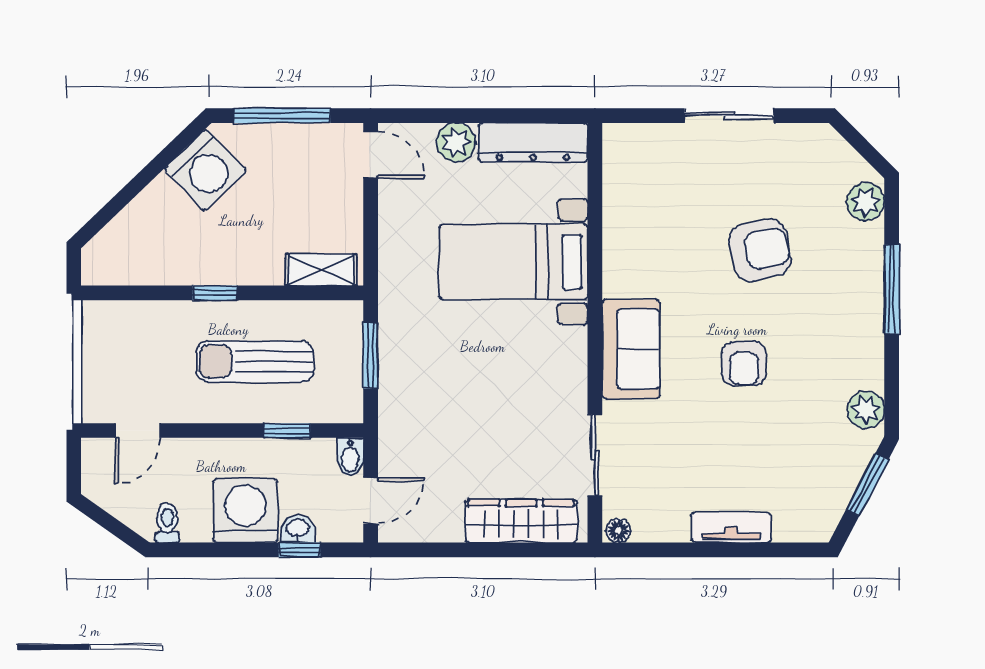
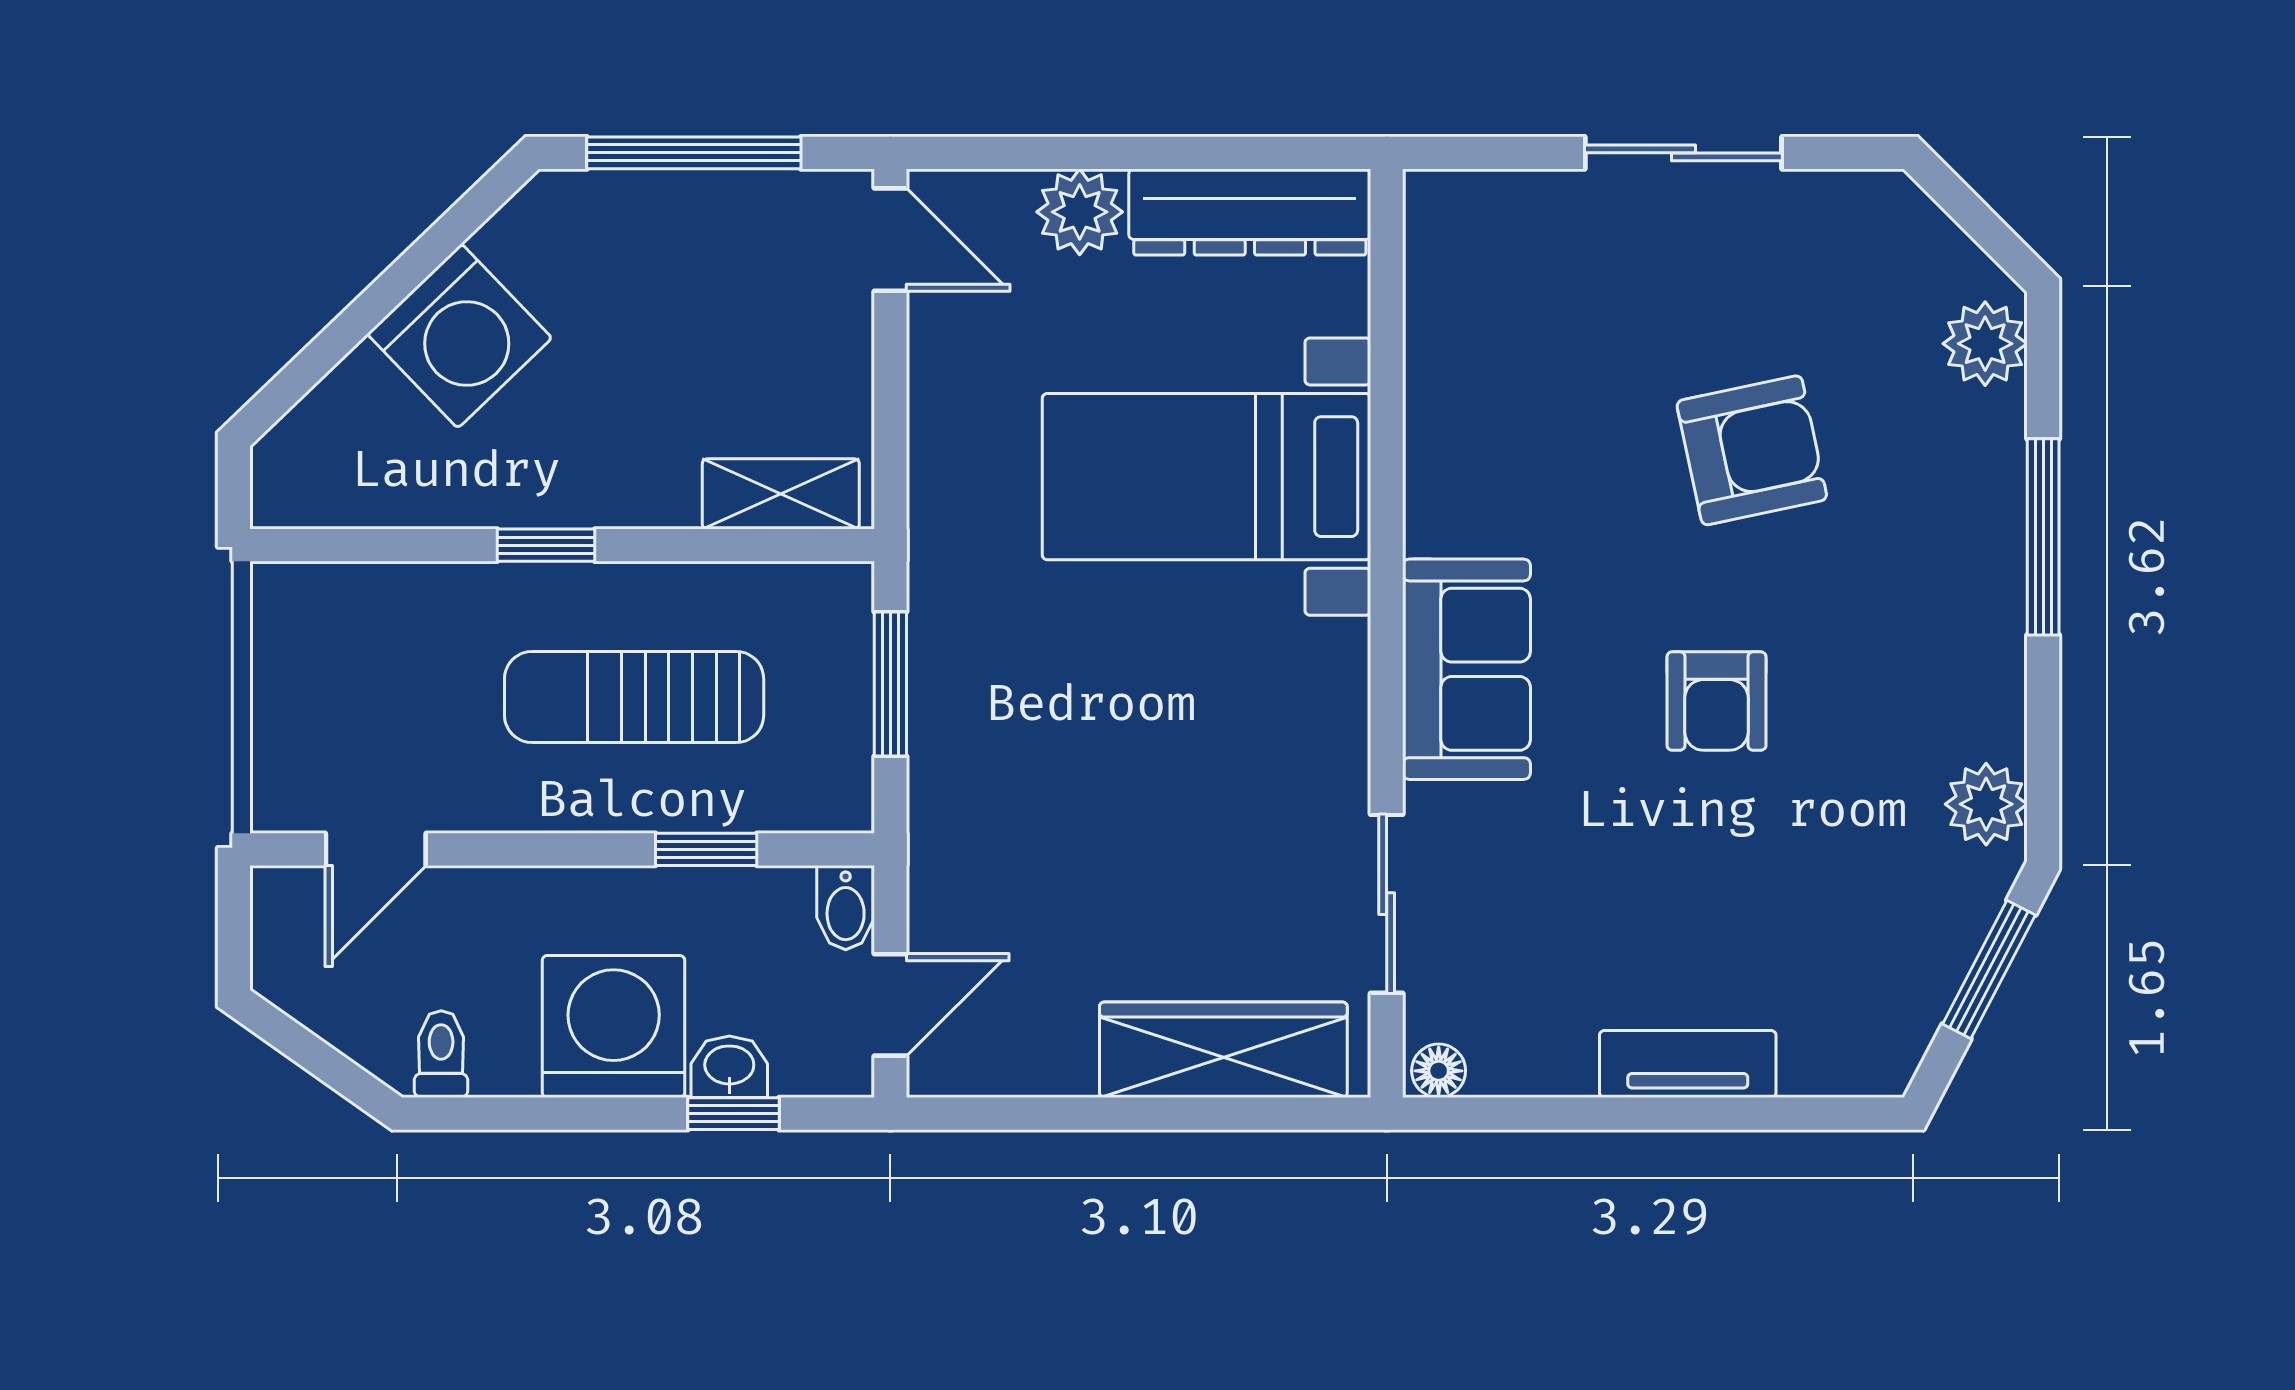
washing machine: (205, 170) -> (459, 336), moved

